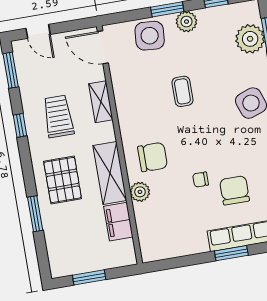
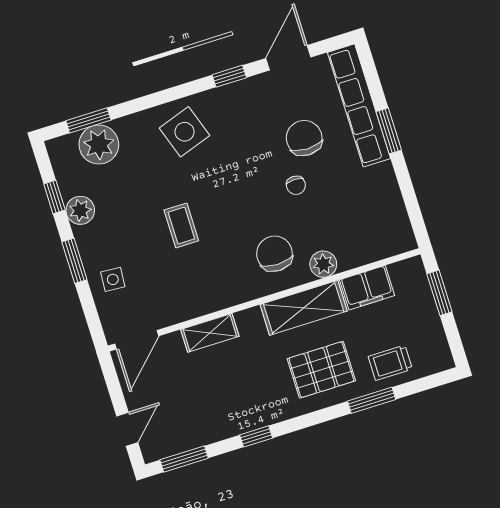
plant: (186, 22) -> (80, 210), moved
side table: (150, 36) -> (113, 279), width x0.54, depth x0.54
coffee table: (182, 91) -> (181, 225), turned 90
trolley: (58, 116) -> (390, 363), moved, width x0.73, depth x0.72
chair: (234, 190) -> (304, 138), turned 90
window: (89, 277) -> (439, 293), moved

